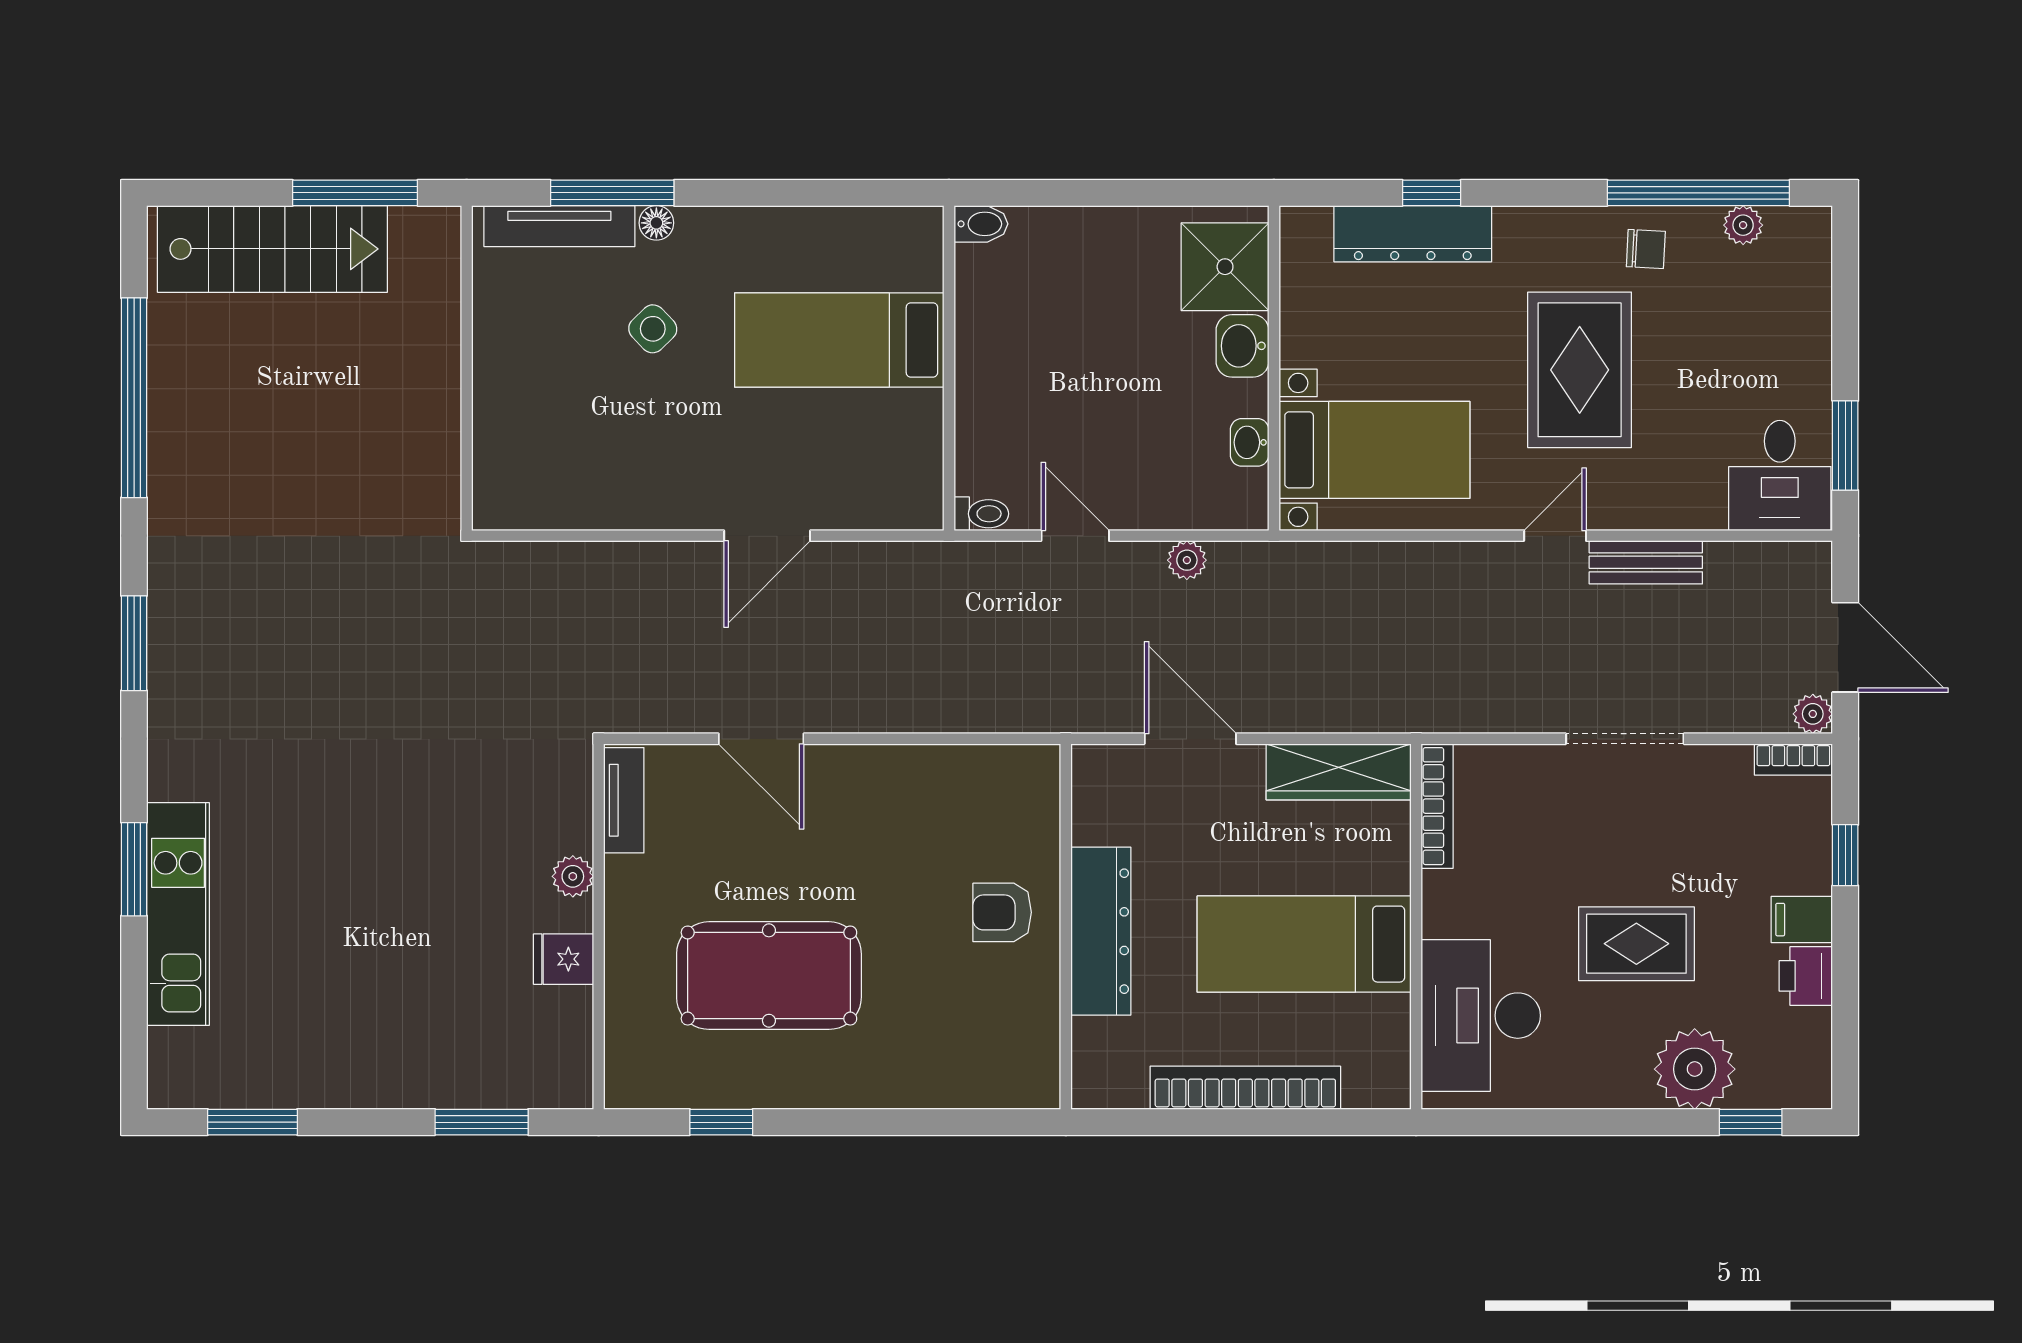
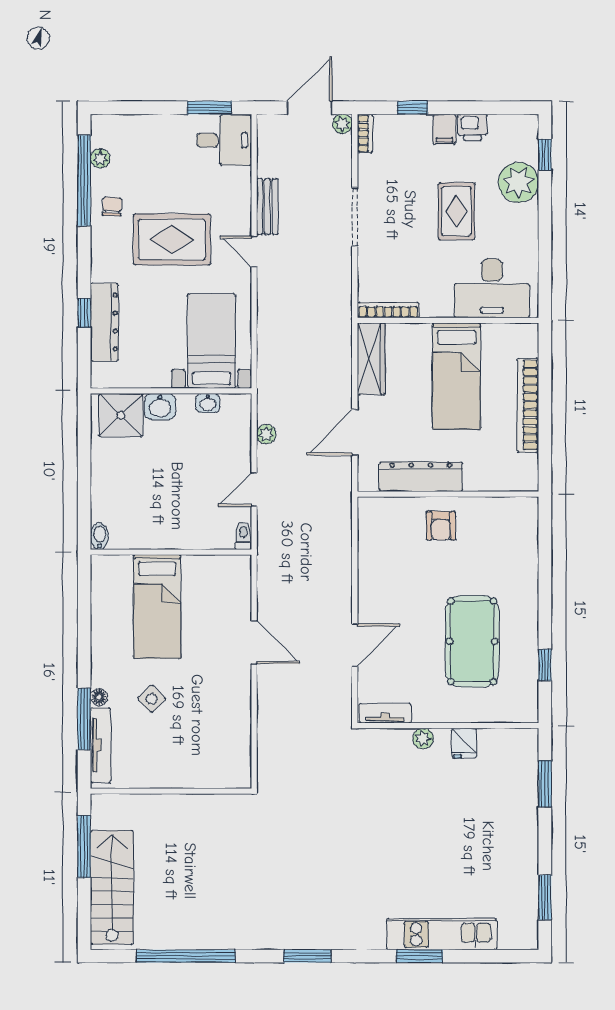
dresser: (1101, 931) -> (421, 477), moved

